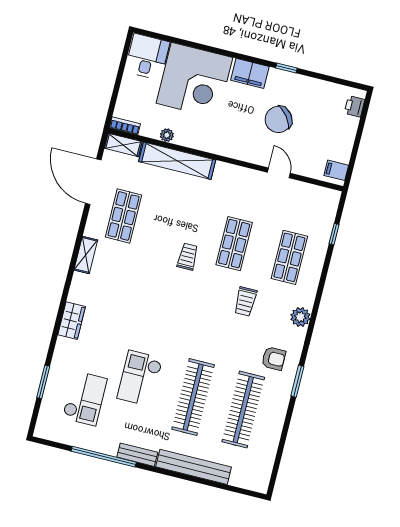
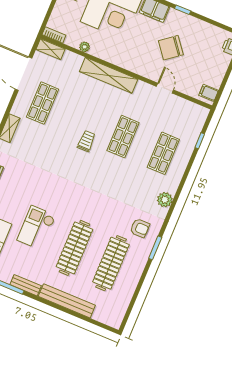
shelving: (177, 161) -> (109, 75), moved
trolley: (245, 301) -> (125, 182), removed

